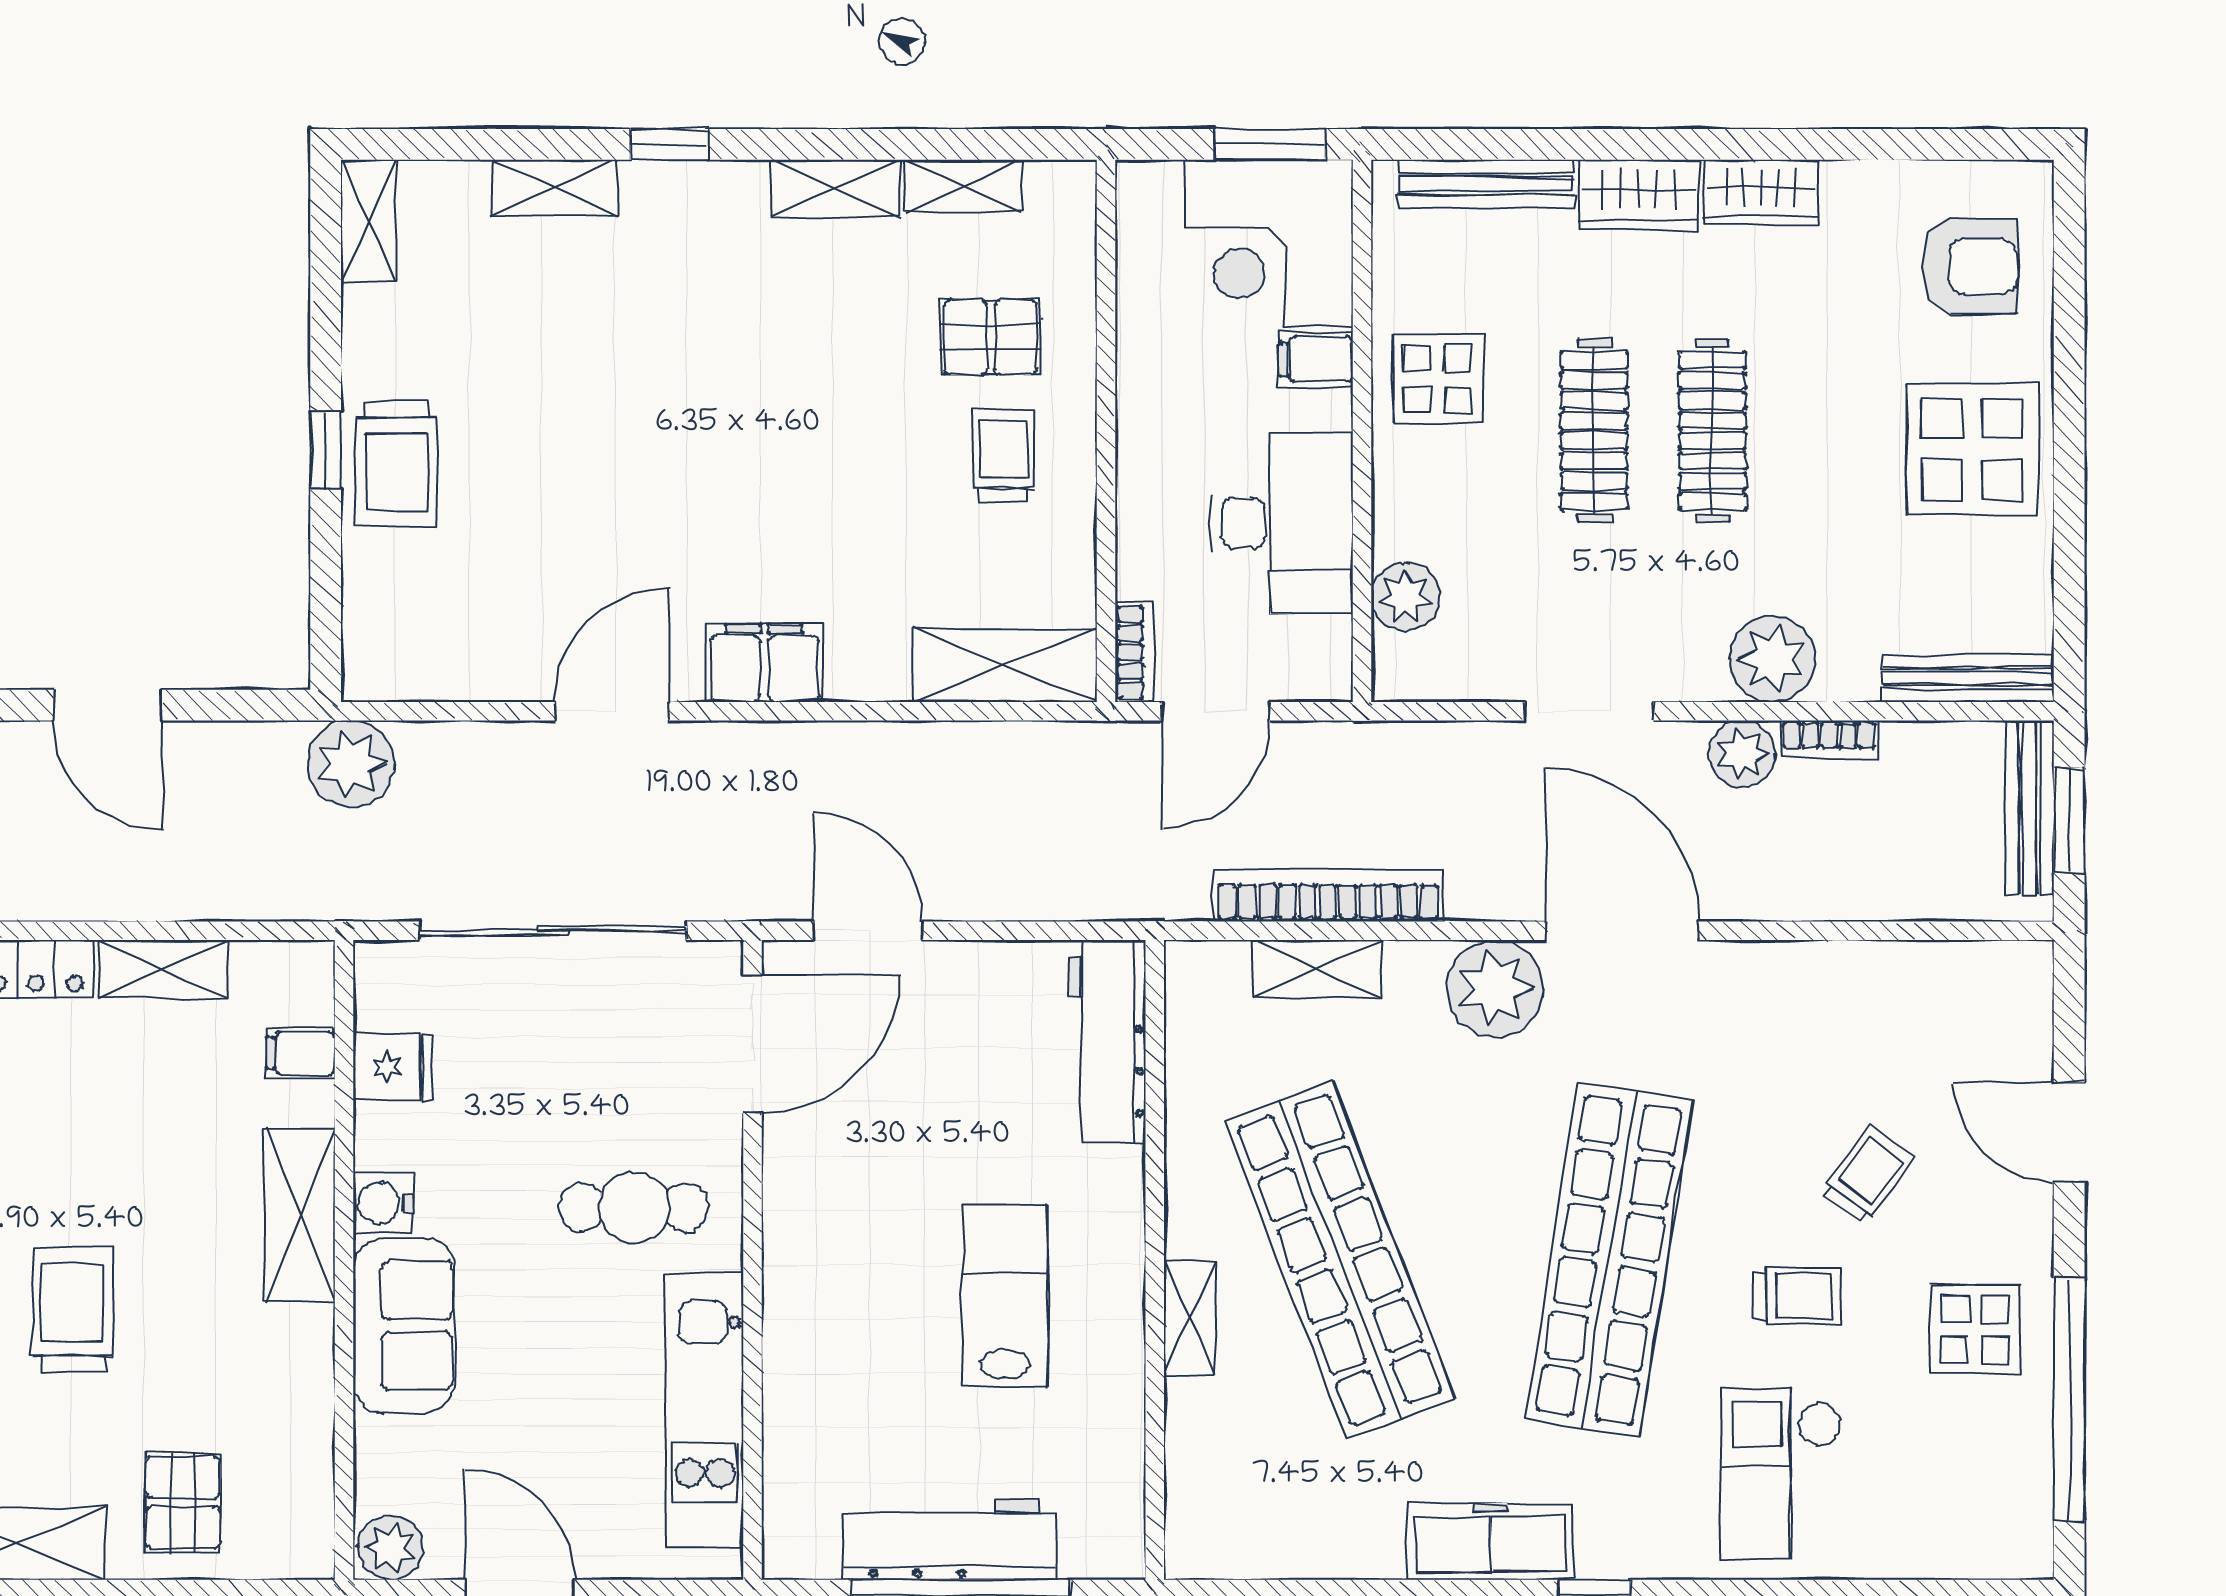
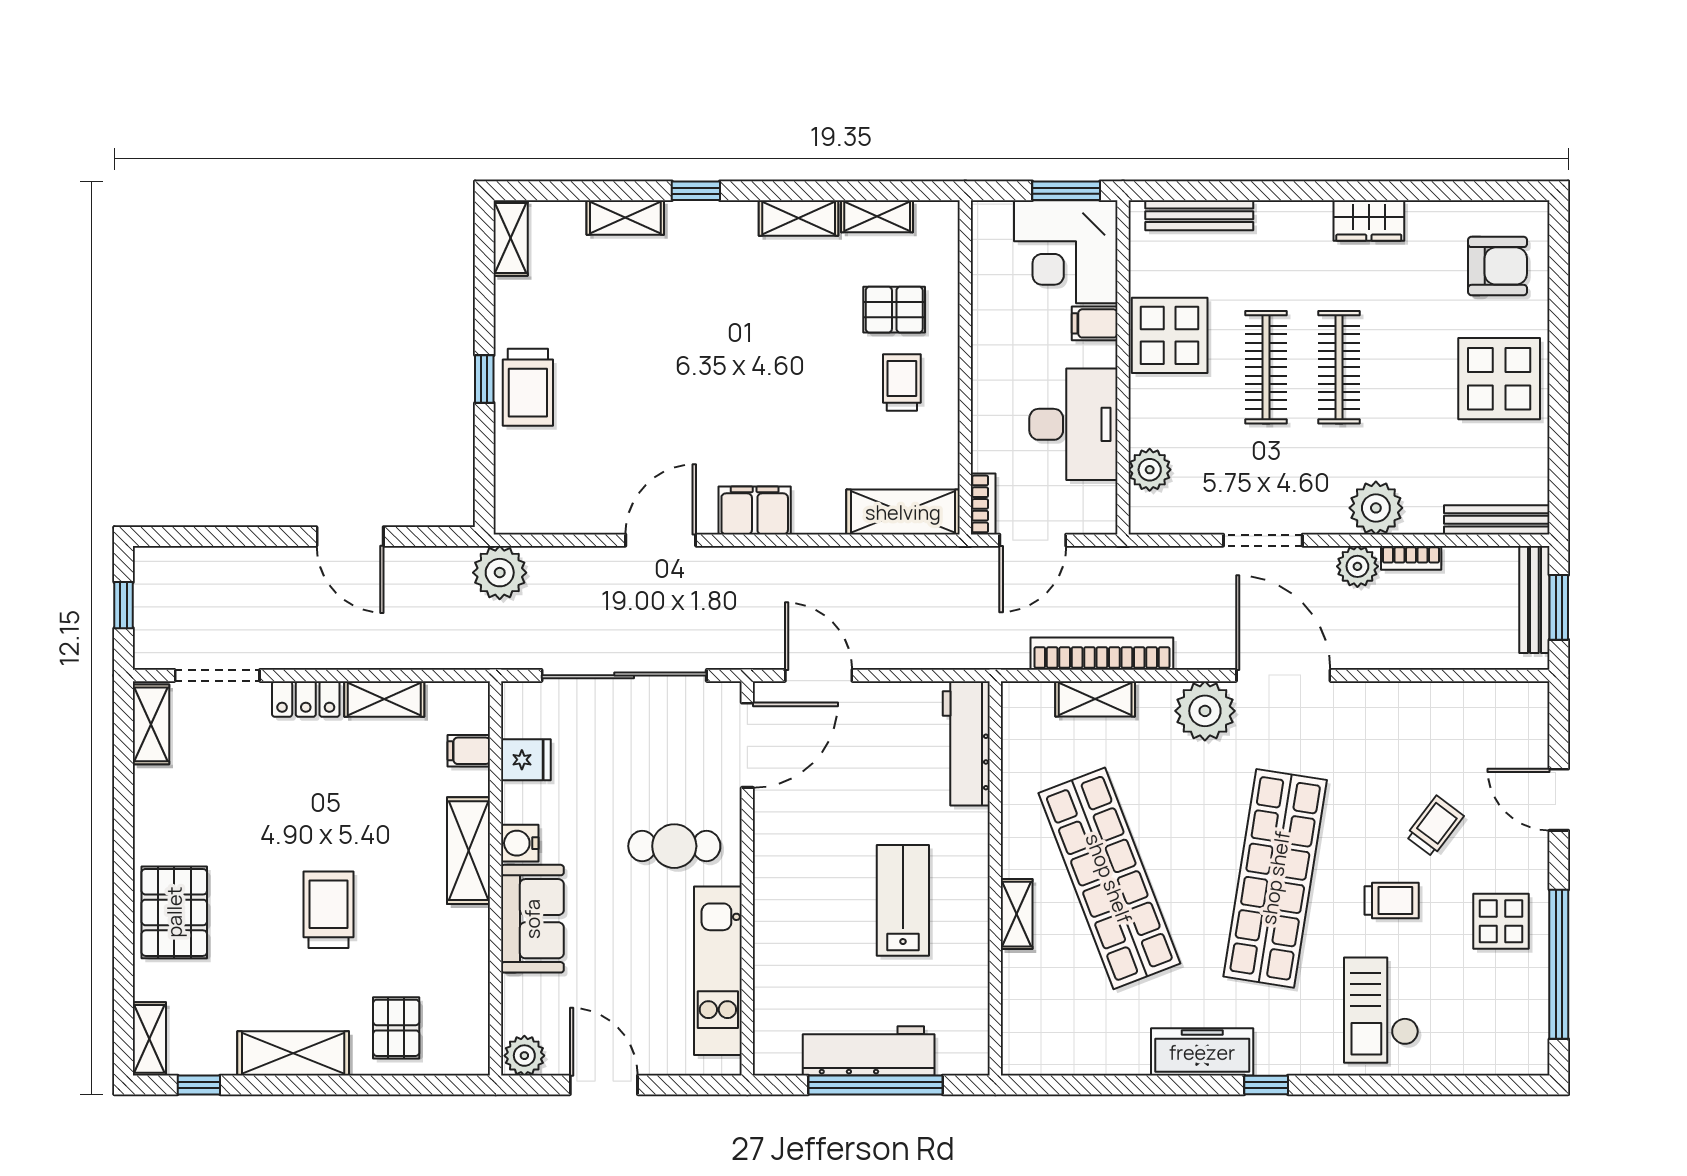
wardrobe: (1639, 195) -> (1293, 222), removed
display table: (1438, 379) -> (1170, 335), width x1.36, depth x1.36

